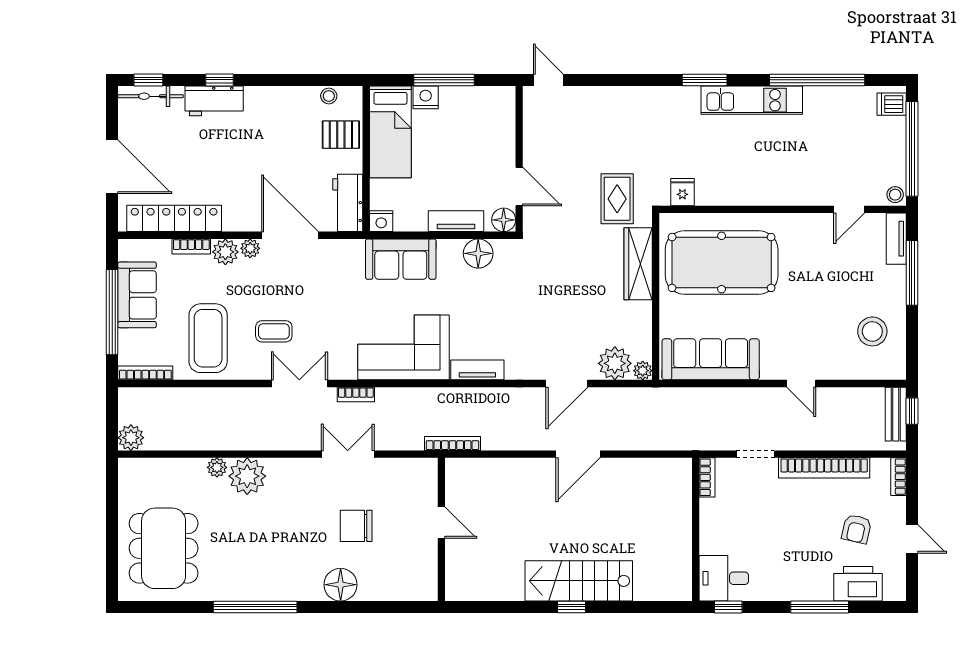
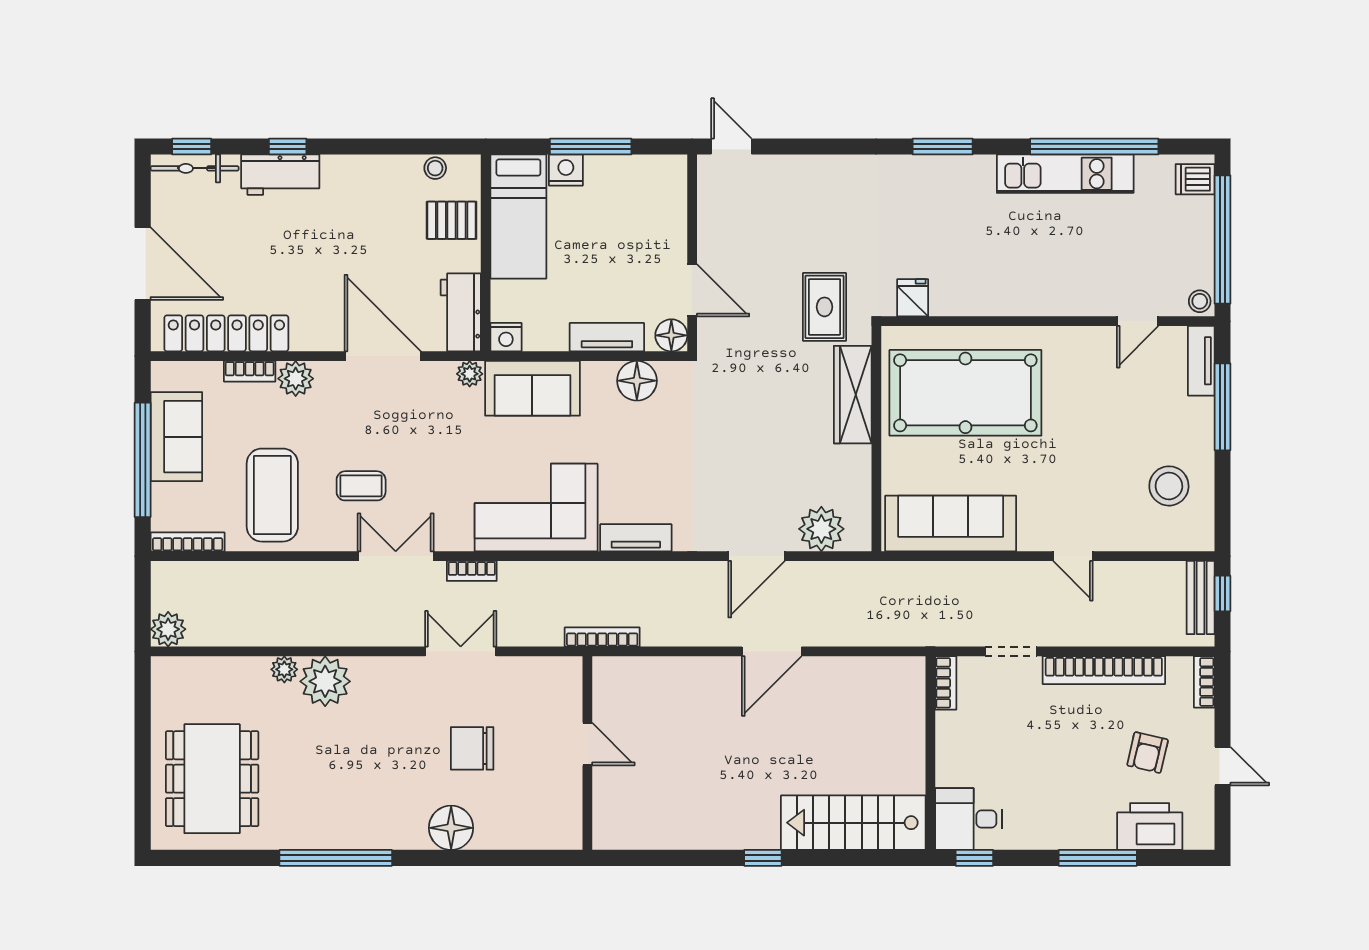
kitchen unit: (752, 100) -> (1065, 174), moved
plant: (250, 248) -> (470, 374), moved
plant: (643, 371) -> (859, 539), removed
stairs: (579, 581) -> (853, 823), moved

